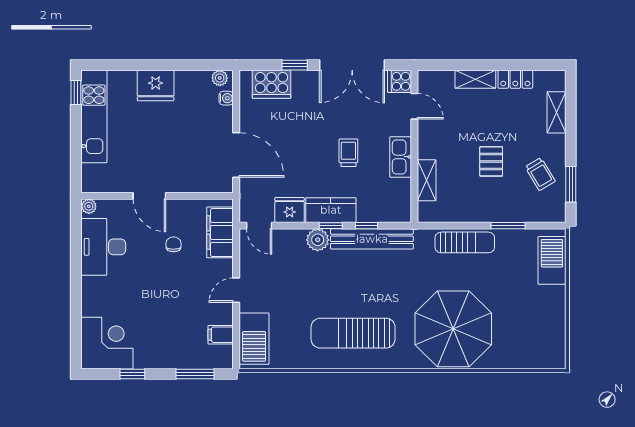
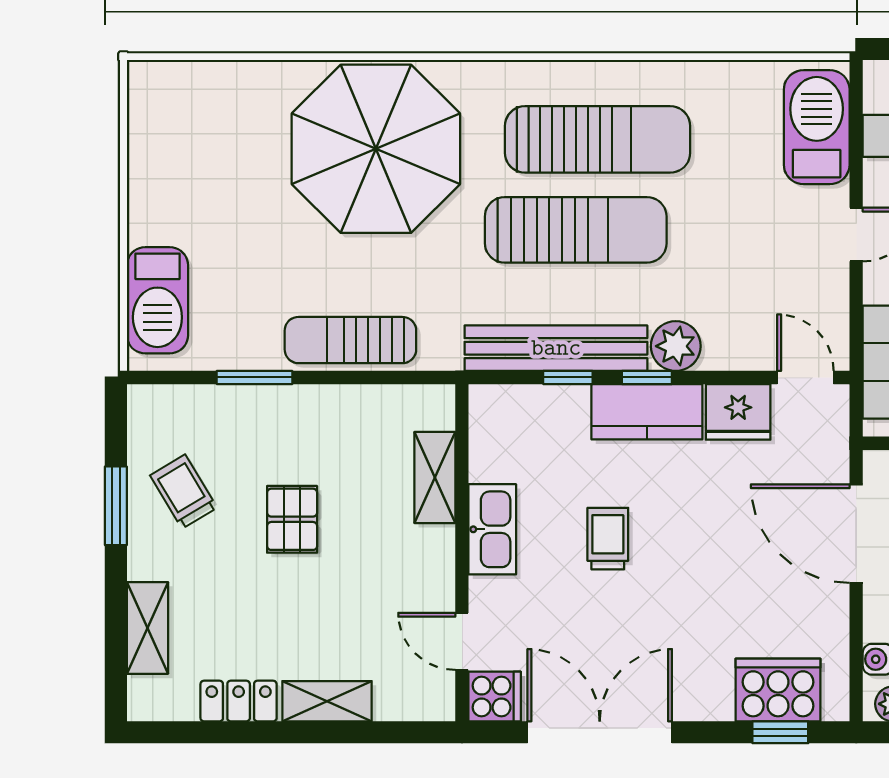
window: (295, 65) -> (780, 732), moved
trolley: (348, 153) -> (608, 539), turned 180
window: (571, 184) -> (116, 506), moved
sun lounger: (363, 292) -> (576, 230), added

